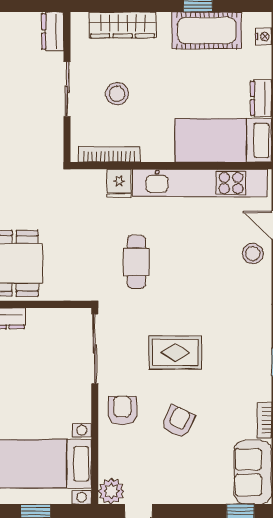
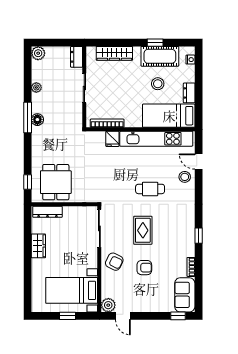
stool: (117, 94) -> (158, 84), moved
cafe table: (136, 262) -> (150, 189), moved, turned 90
rug: (175, 352) -> (143, 230), turned 90
armchair: (122, 411) -> (114, 262), turned 116
armchair: (178, 422) -> (144, 268), turned 64

